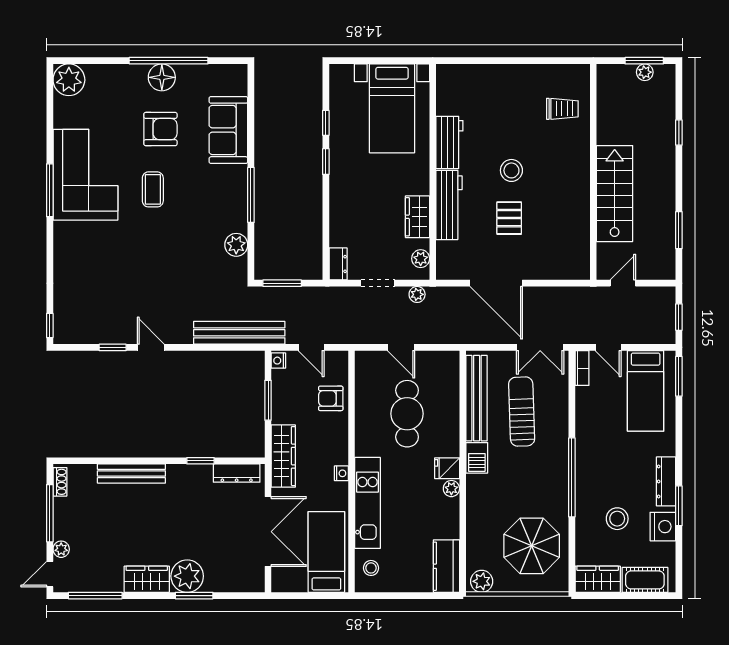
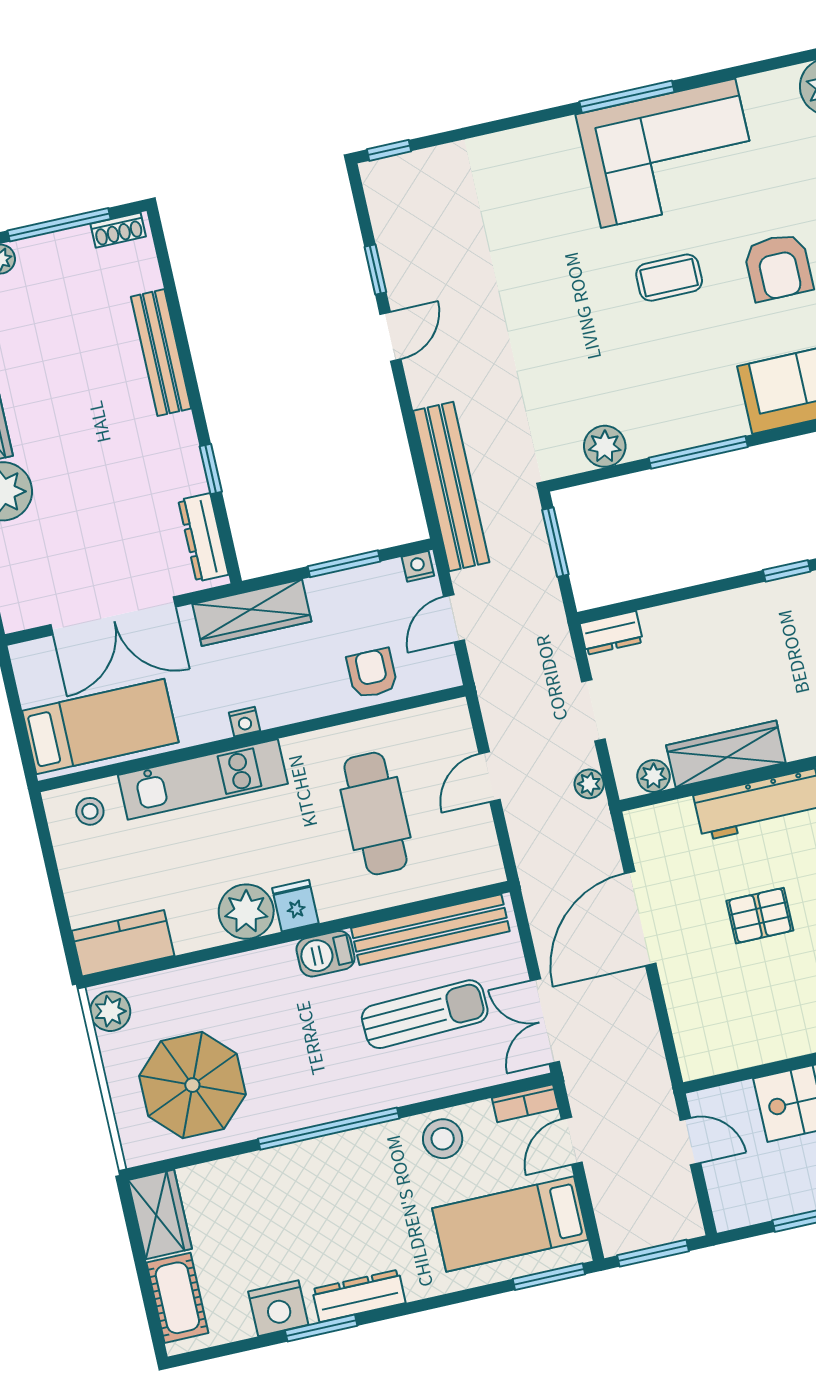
wardrobe: (417, 217) -> (726, 754), width x1.50
window: (679, 317) -> (653, 1253), width x1.50
cafe table: (407, 414) -> (375, 814), turned 90
plant: (451, 489) -> (246, 912), width x1.87, depth x1.87
stool: (617, 519) -> (443, 1139), moved

